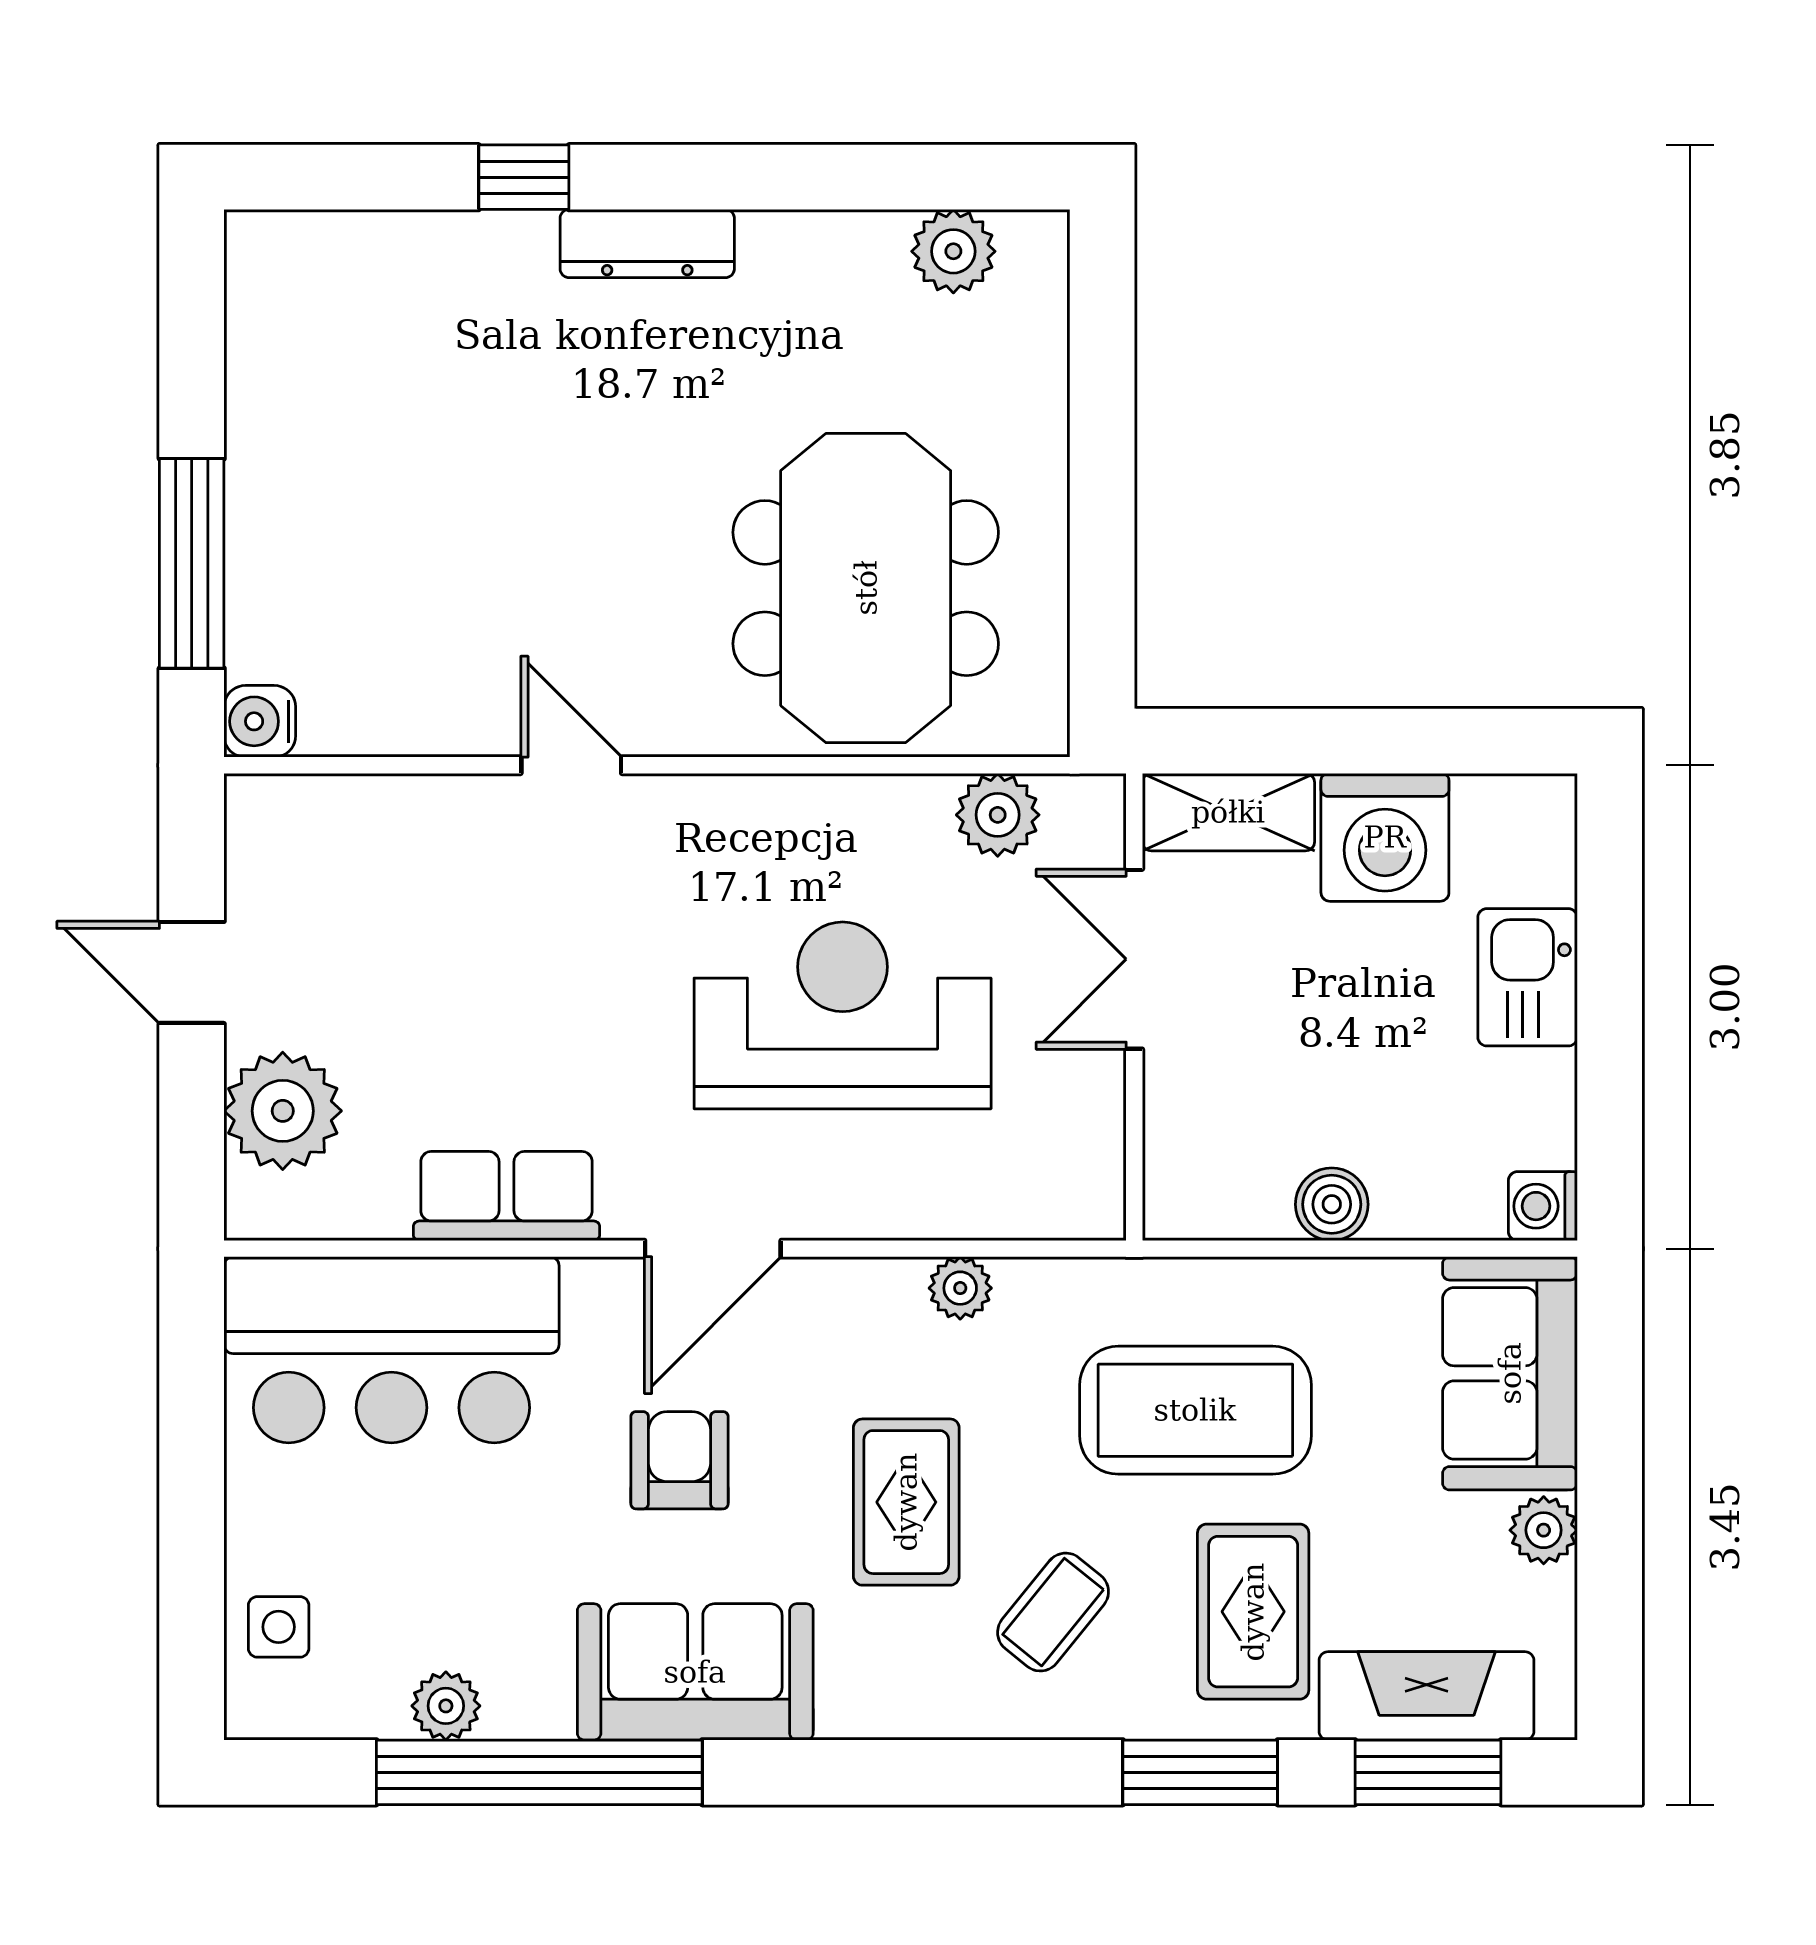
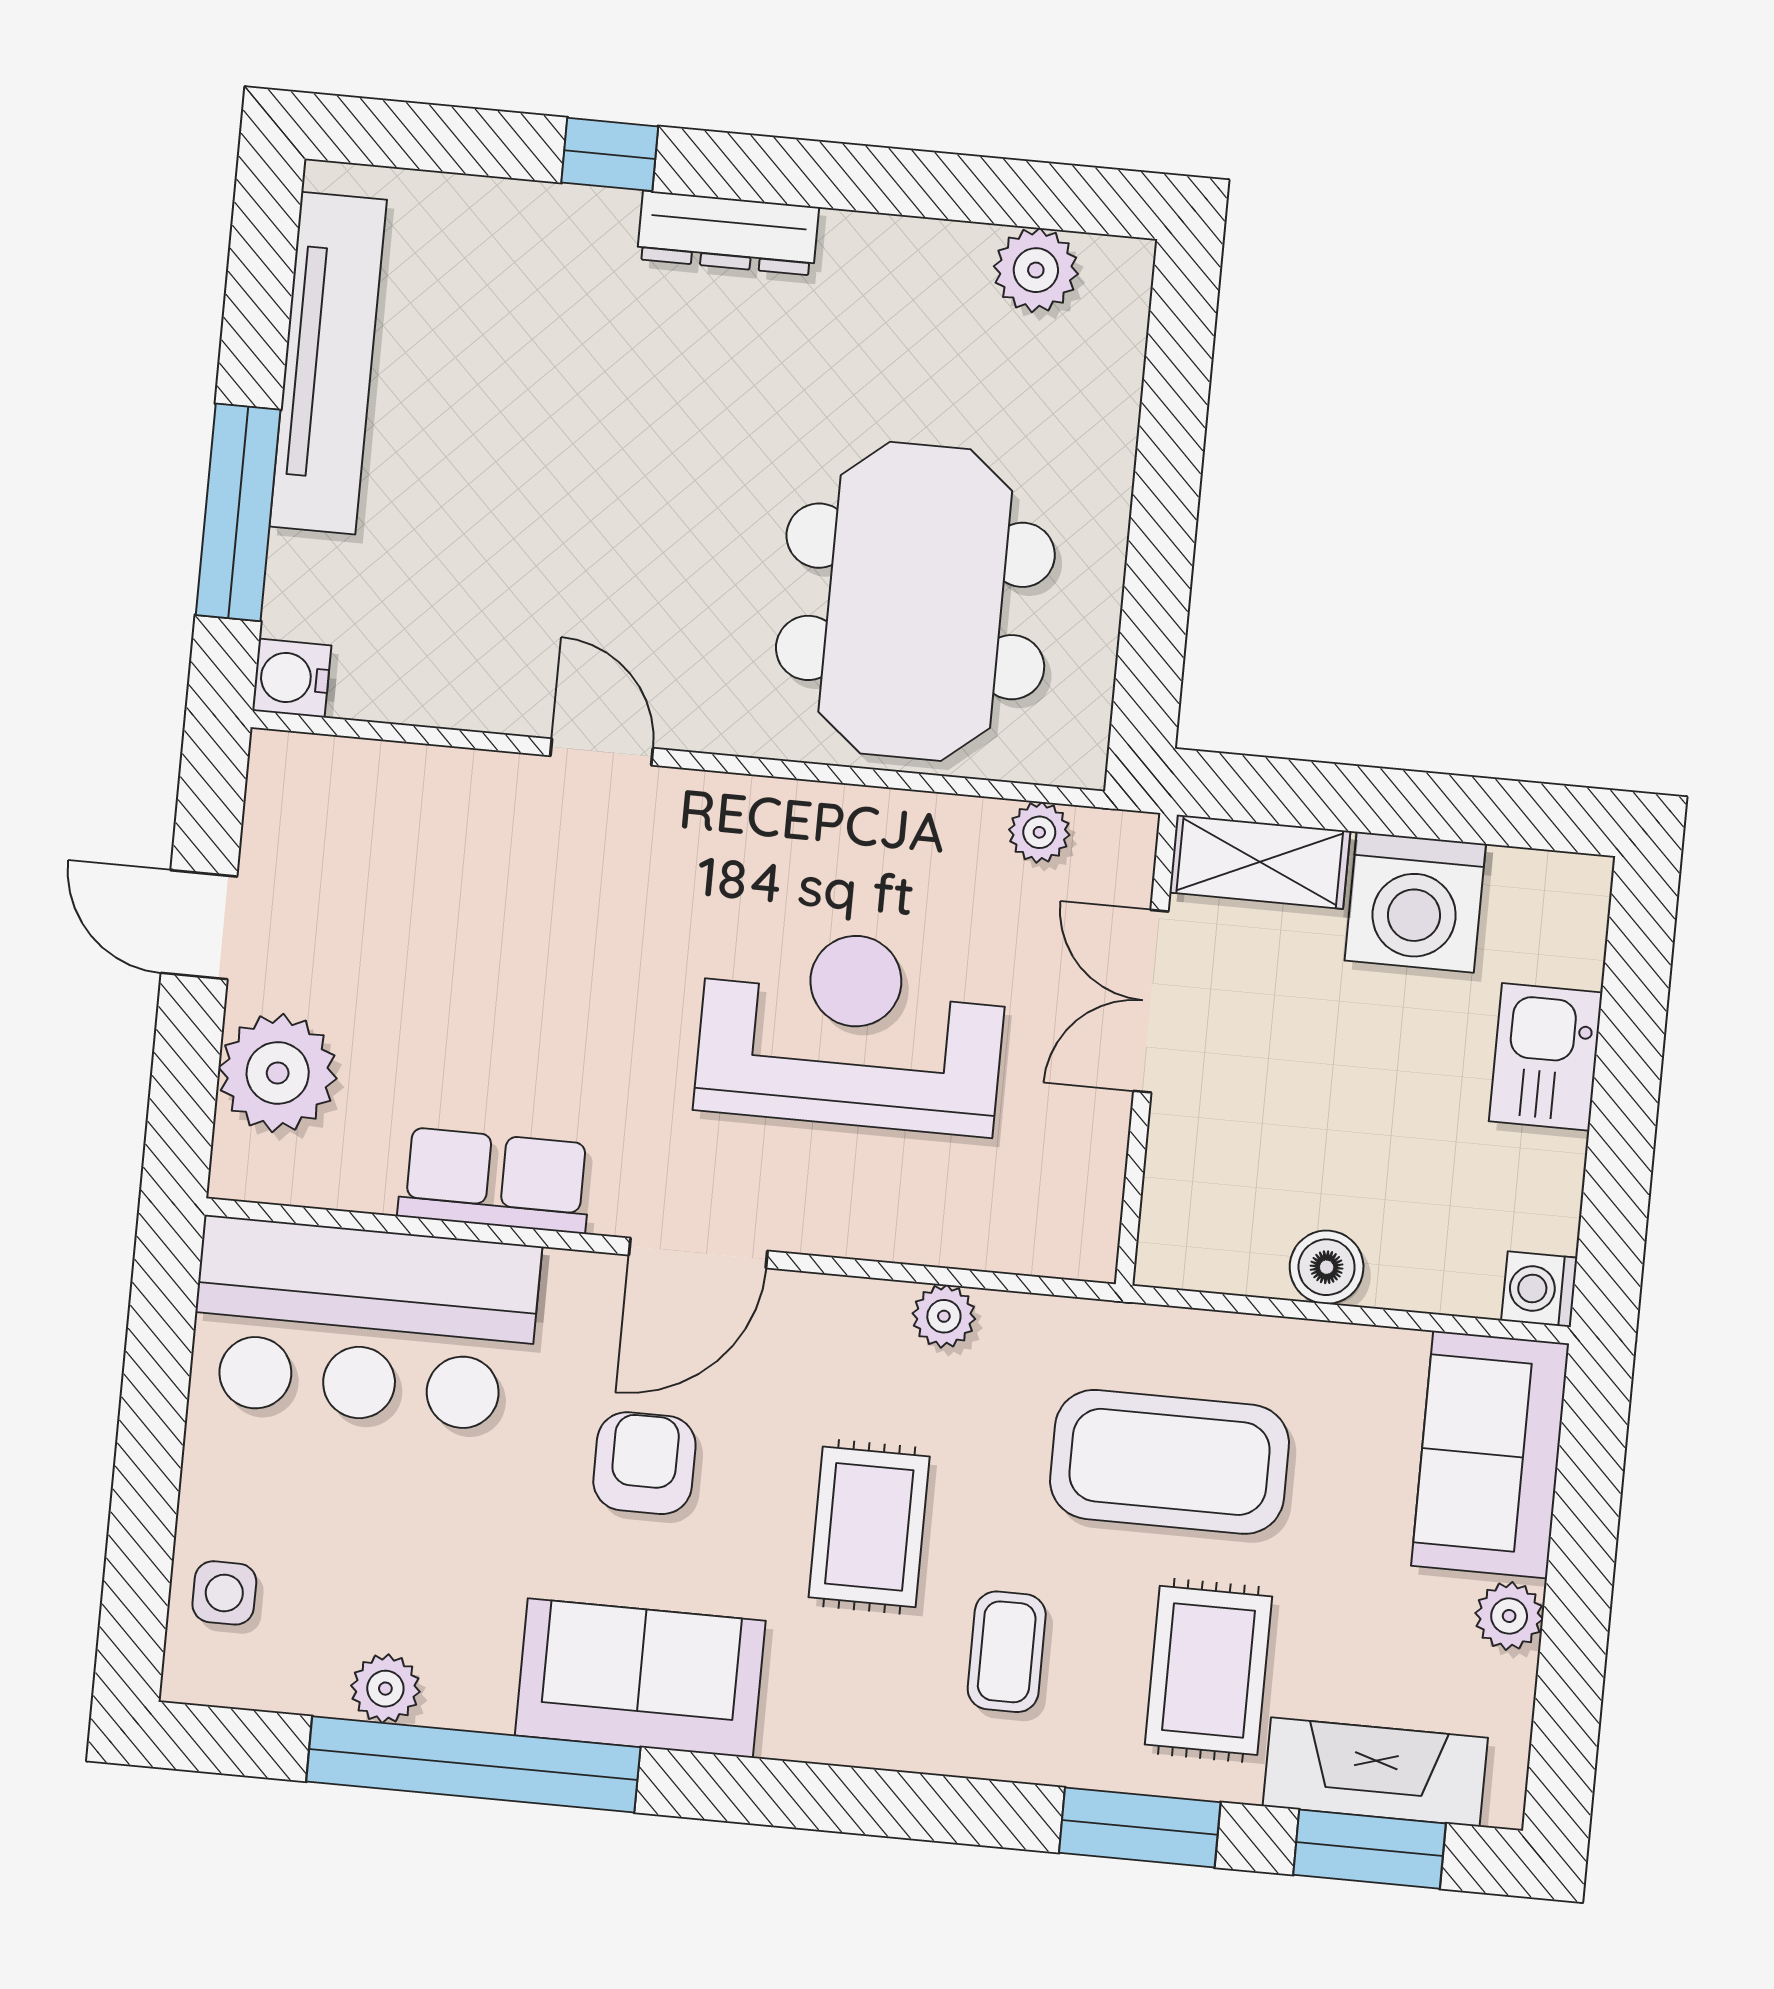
tv unit: (266, 408) -> (328, 363), added
plant: (998, 815) -> (1039, 832), width x0.73, depth x0.73
coffee table: (1053, 1612) -> (1007, 1652), turned -39

